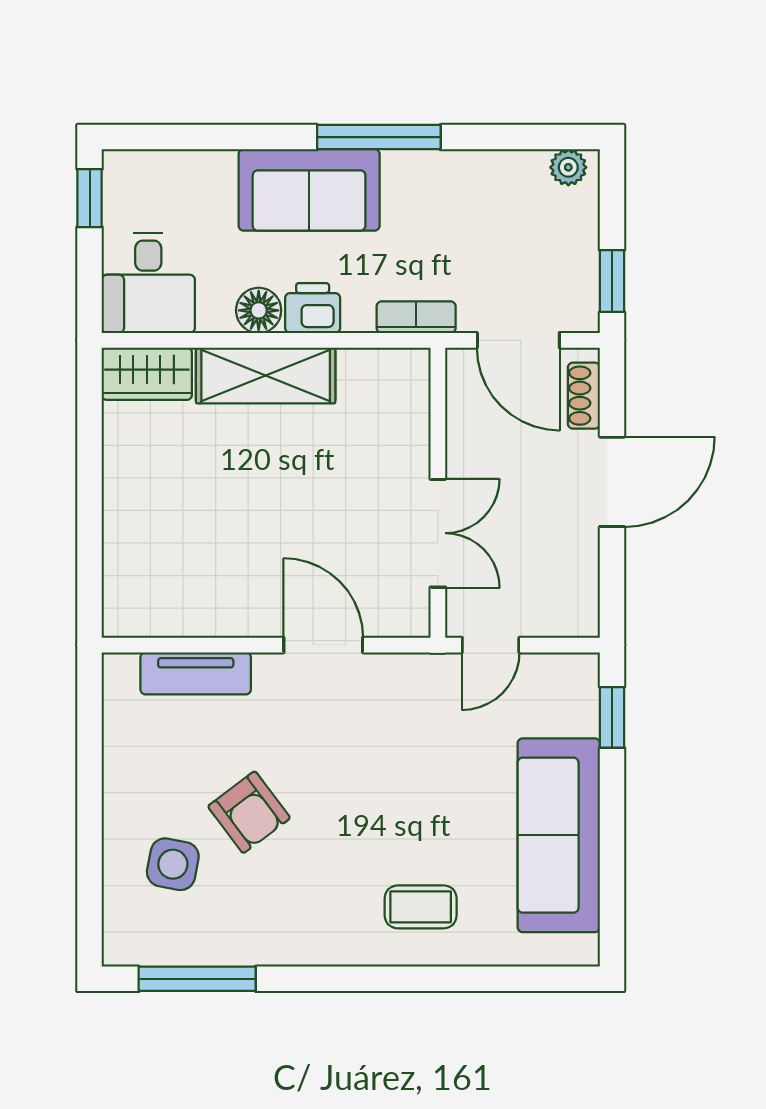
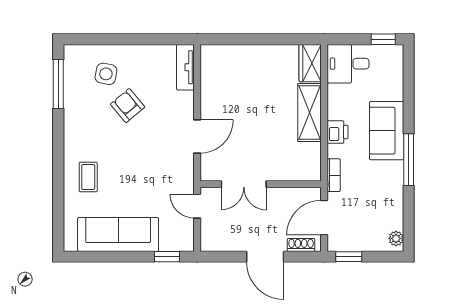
floor lamp: (259, 310) -> (336, 110), removed
tv unit: (196, 673) -> (185, 67), moved
armchair: (249, 812) -> (128, 106), turned 87

